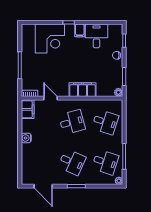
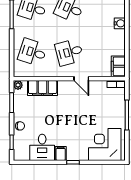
corner desk: (50, 39) -> (105, 144), moved
filing cabinet: (83, 90) -> (43, 88), moved
door: (50, 98) -> (81, 79), moved
water cooler: (26, 138) -> (120, 23), moved

